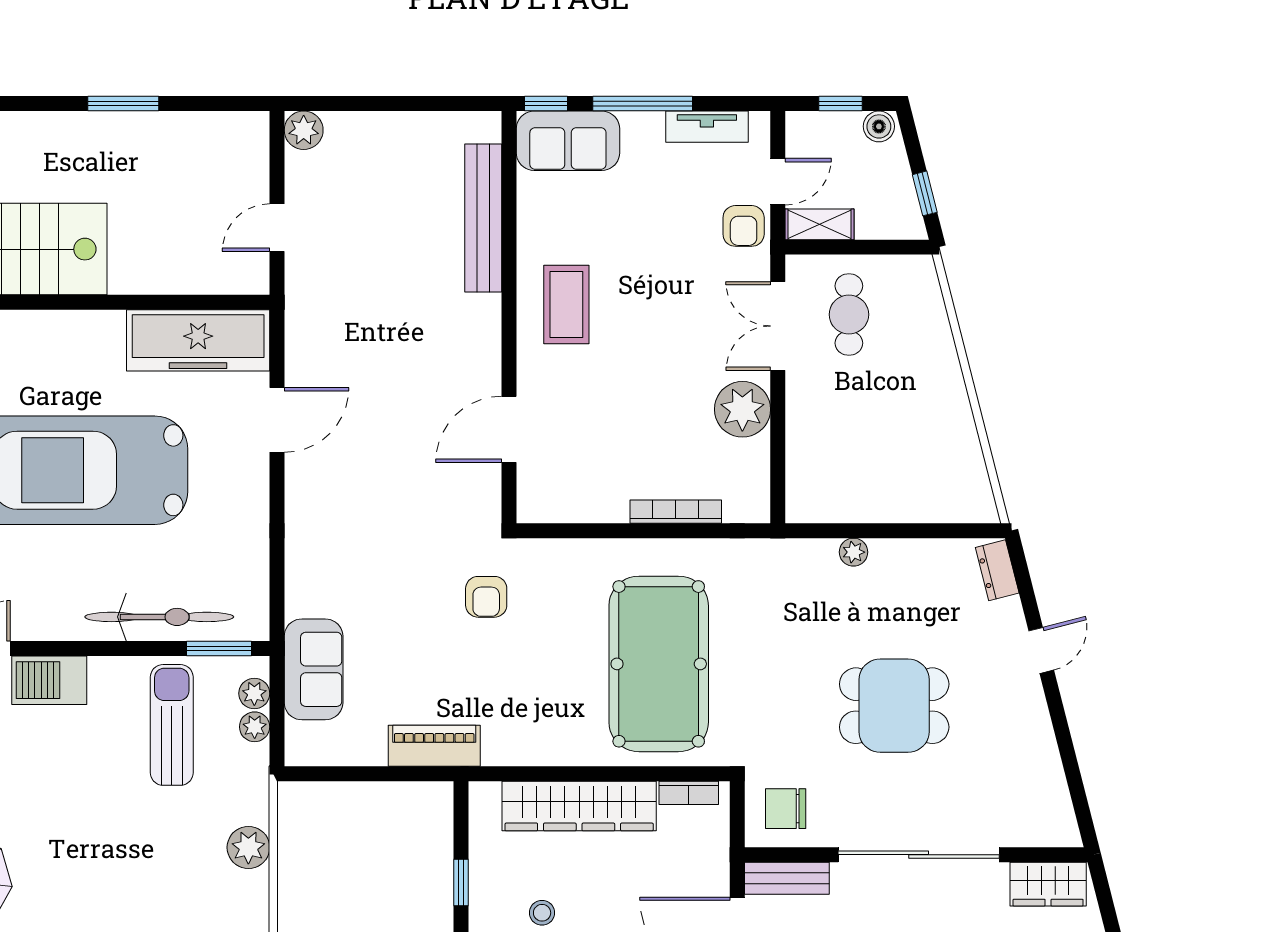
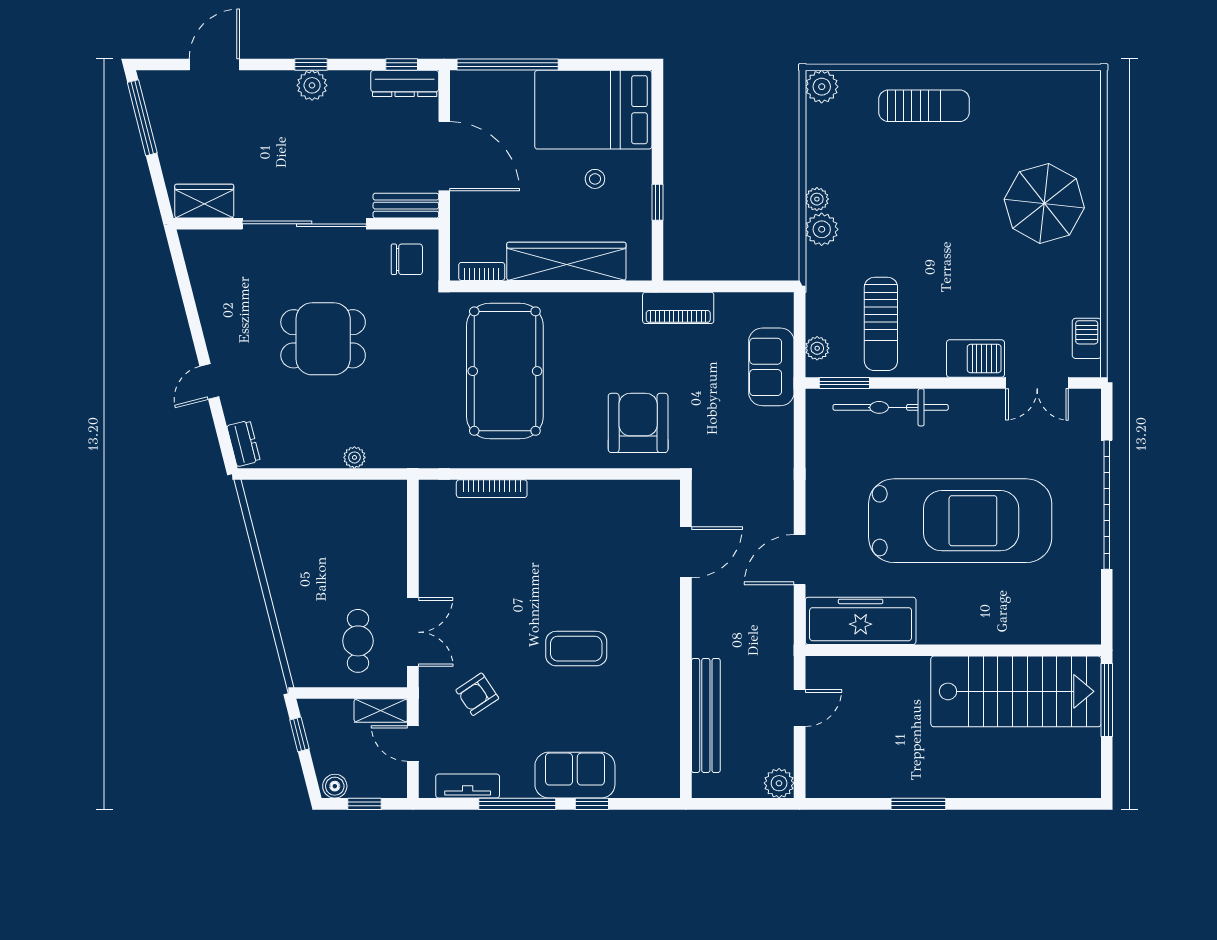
door: (778, 182) -> (413, 743), hinge flipped
bench: (483, 218) -> (706, 715), moved
armchair: (744, 226) -> (477, 694), moved, turned -124
coffee table: (566, 305) -> (576, 649), turned 90
wall: (509, 317) -> (686, 639), moved
plant: (742, 409) -> (440, 568), removed
door: (509, 429) -> (686, 552), moved
armchair: (486, 597) -> (638, 423), width x1.88, depth x1.88
plant: (255, 727) -> (817, 199), moved

